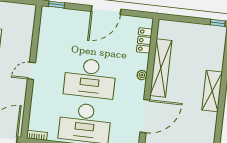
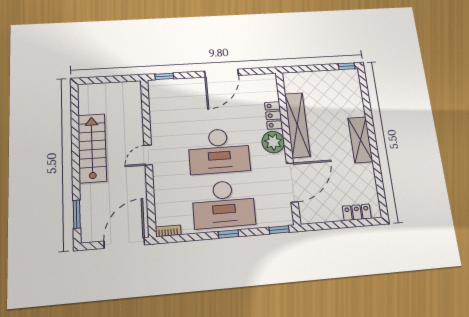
locker: (144, 40) -> (274, 115), moved
plant: (142, 75) -> (273, 142), width x1.88, depth x1.88

